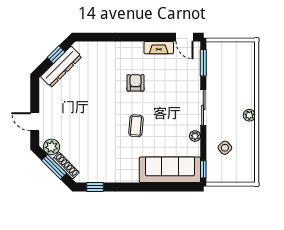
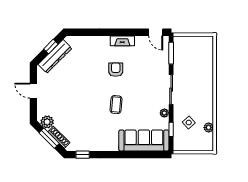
fireplace: (159, 48) -> (122, 41), moved
plant: (249, 115) -> (209, 128), moved
door: (35, 122) -> (33, 91), moved
window: (203, 169) -> (171, 129), moved

